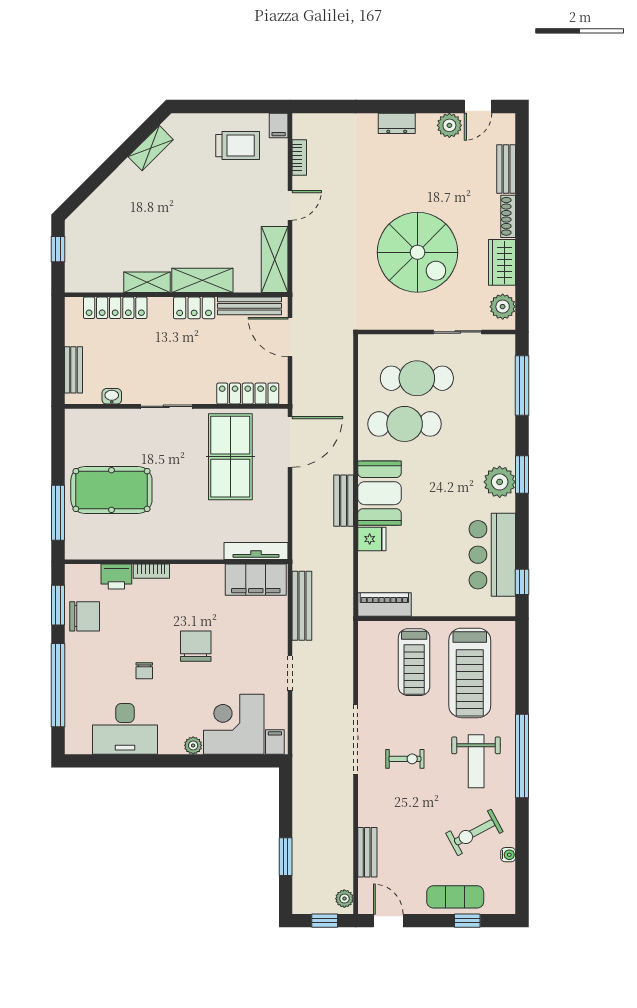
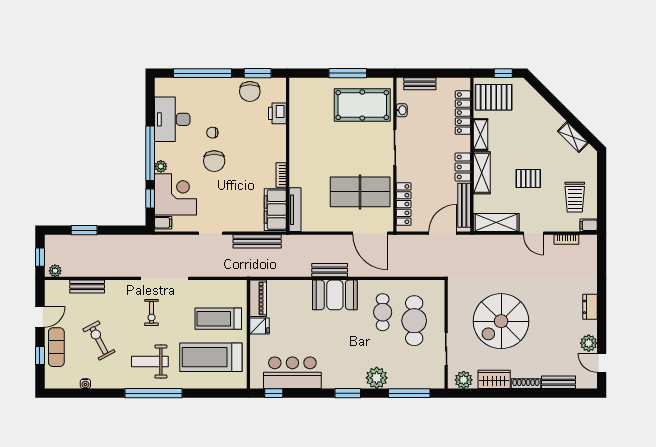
pallet: (211, 213) -> (528, 178), added
pallet: (93, 263) -> (494, 97), added
cafe table: (405, 424) -> (383, 312), width x0.73, depth x0.74
plant: (500, 482) -> (377, 378), moved
pool table: (111, 490) -> (362, 105), moved, turned 90
window: (58, 513) -> (348, 73), moved
fridge: (372, 539) -> (260, 326), moved, turned -90
bookcase: (151, 571) -> (281, 175), moved
chair: (196, 646) -> (214, 161), moved, turned 90
window: (174, 761) -> (150, 153), added
window: (240, 761) -> (150, 198), added
exercise bike: (474, 832) -> (99, 340), moved
door: (388, 921) -> (40, 317), moved

